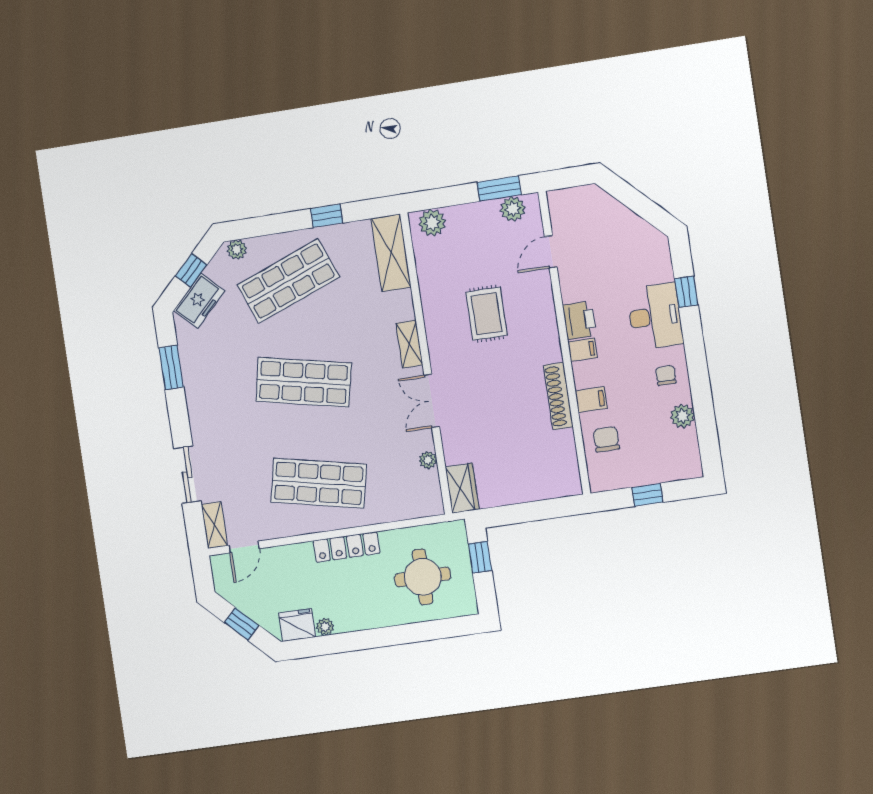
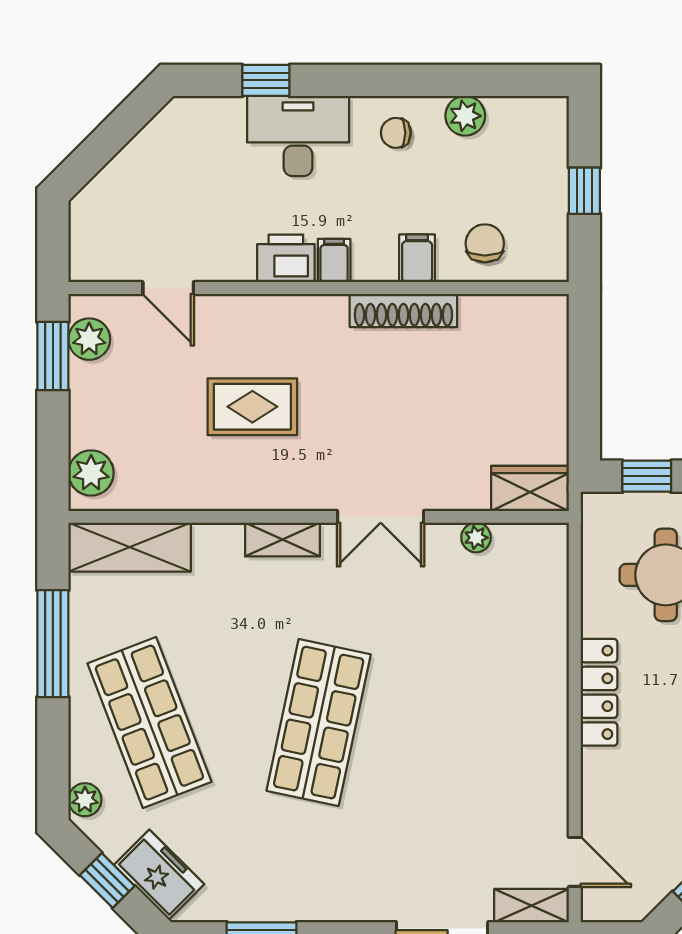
window: (327, 216) -> (53, 644), width x2.17
chair: (606, 439) -> (485, 243), turned 90
shop shelf: (319, 483) -> (488, 723), removed

